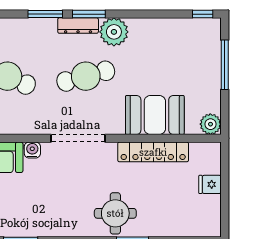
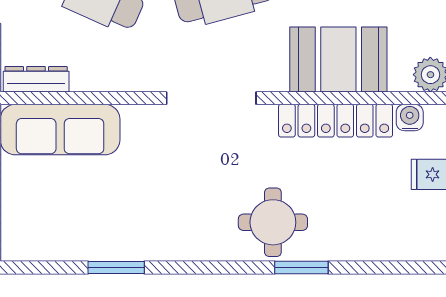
water cooler: (32, 150) -> (410, 117), moved

